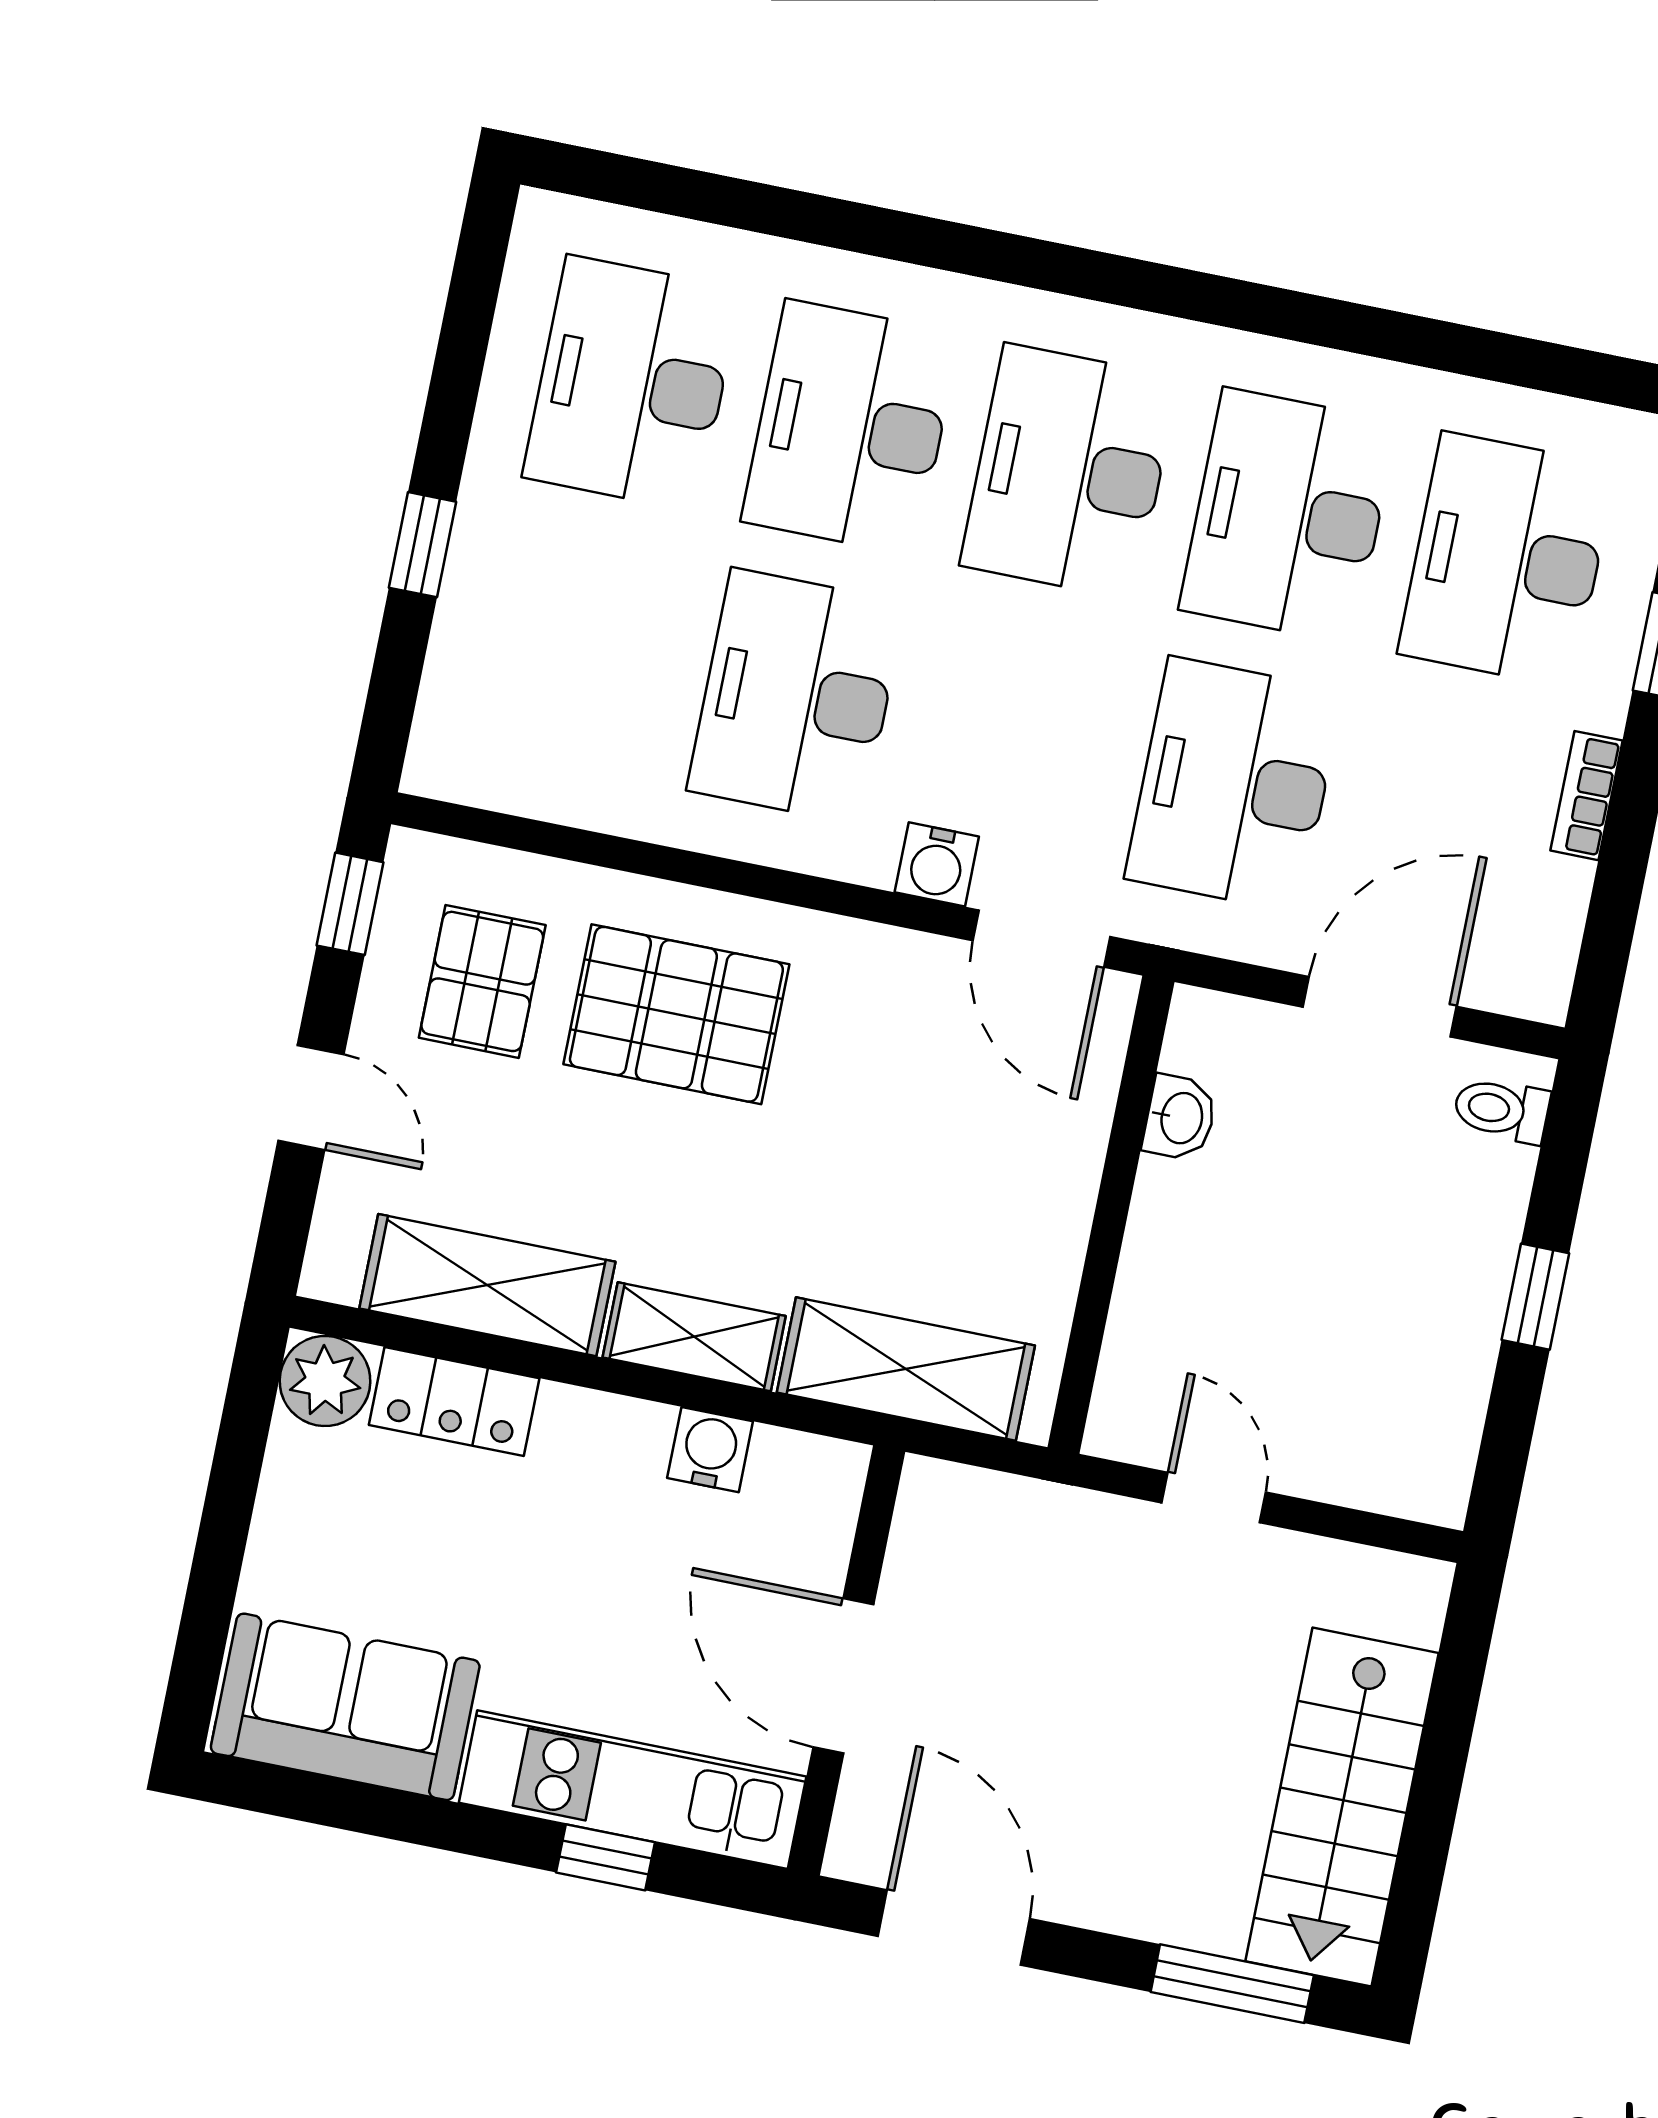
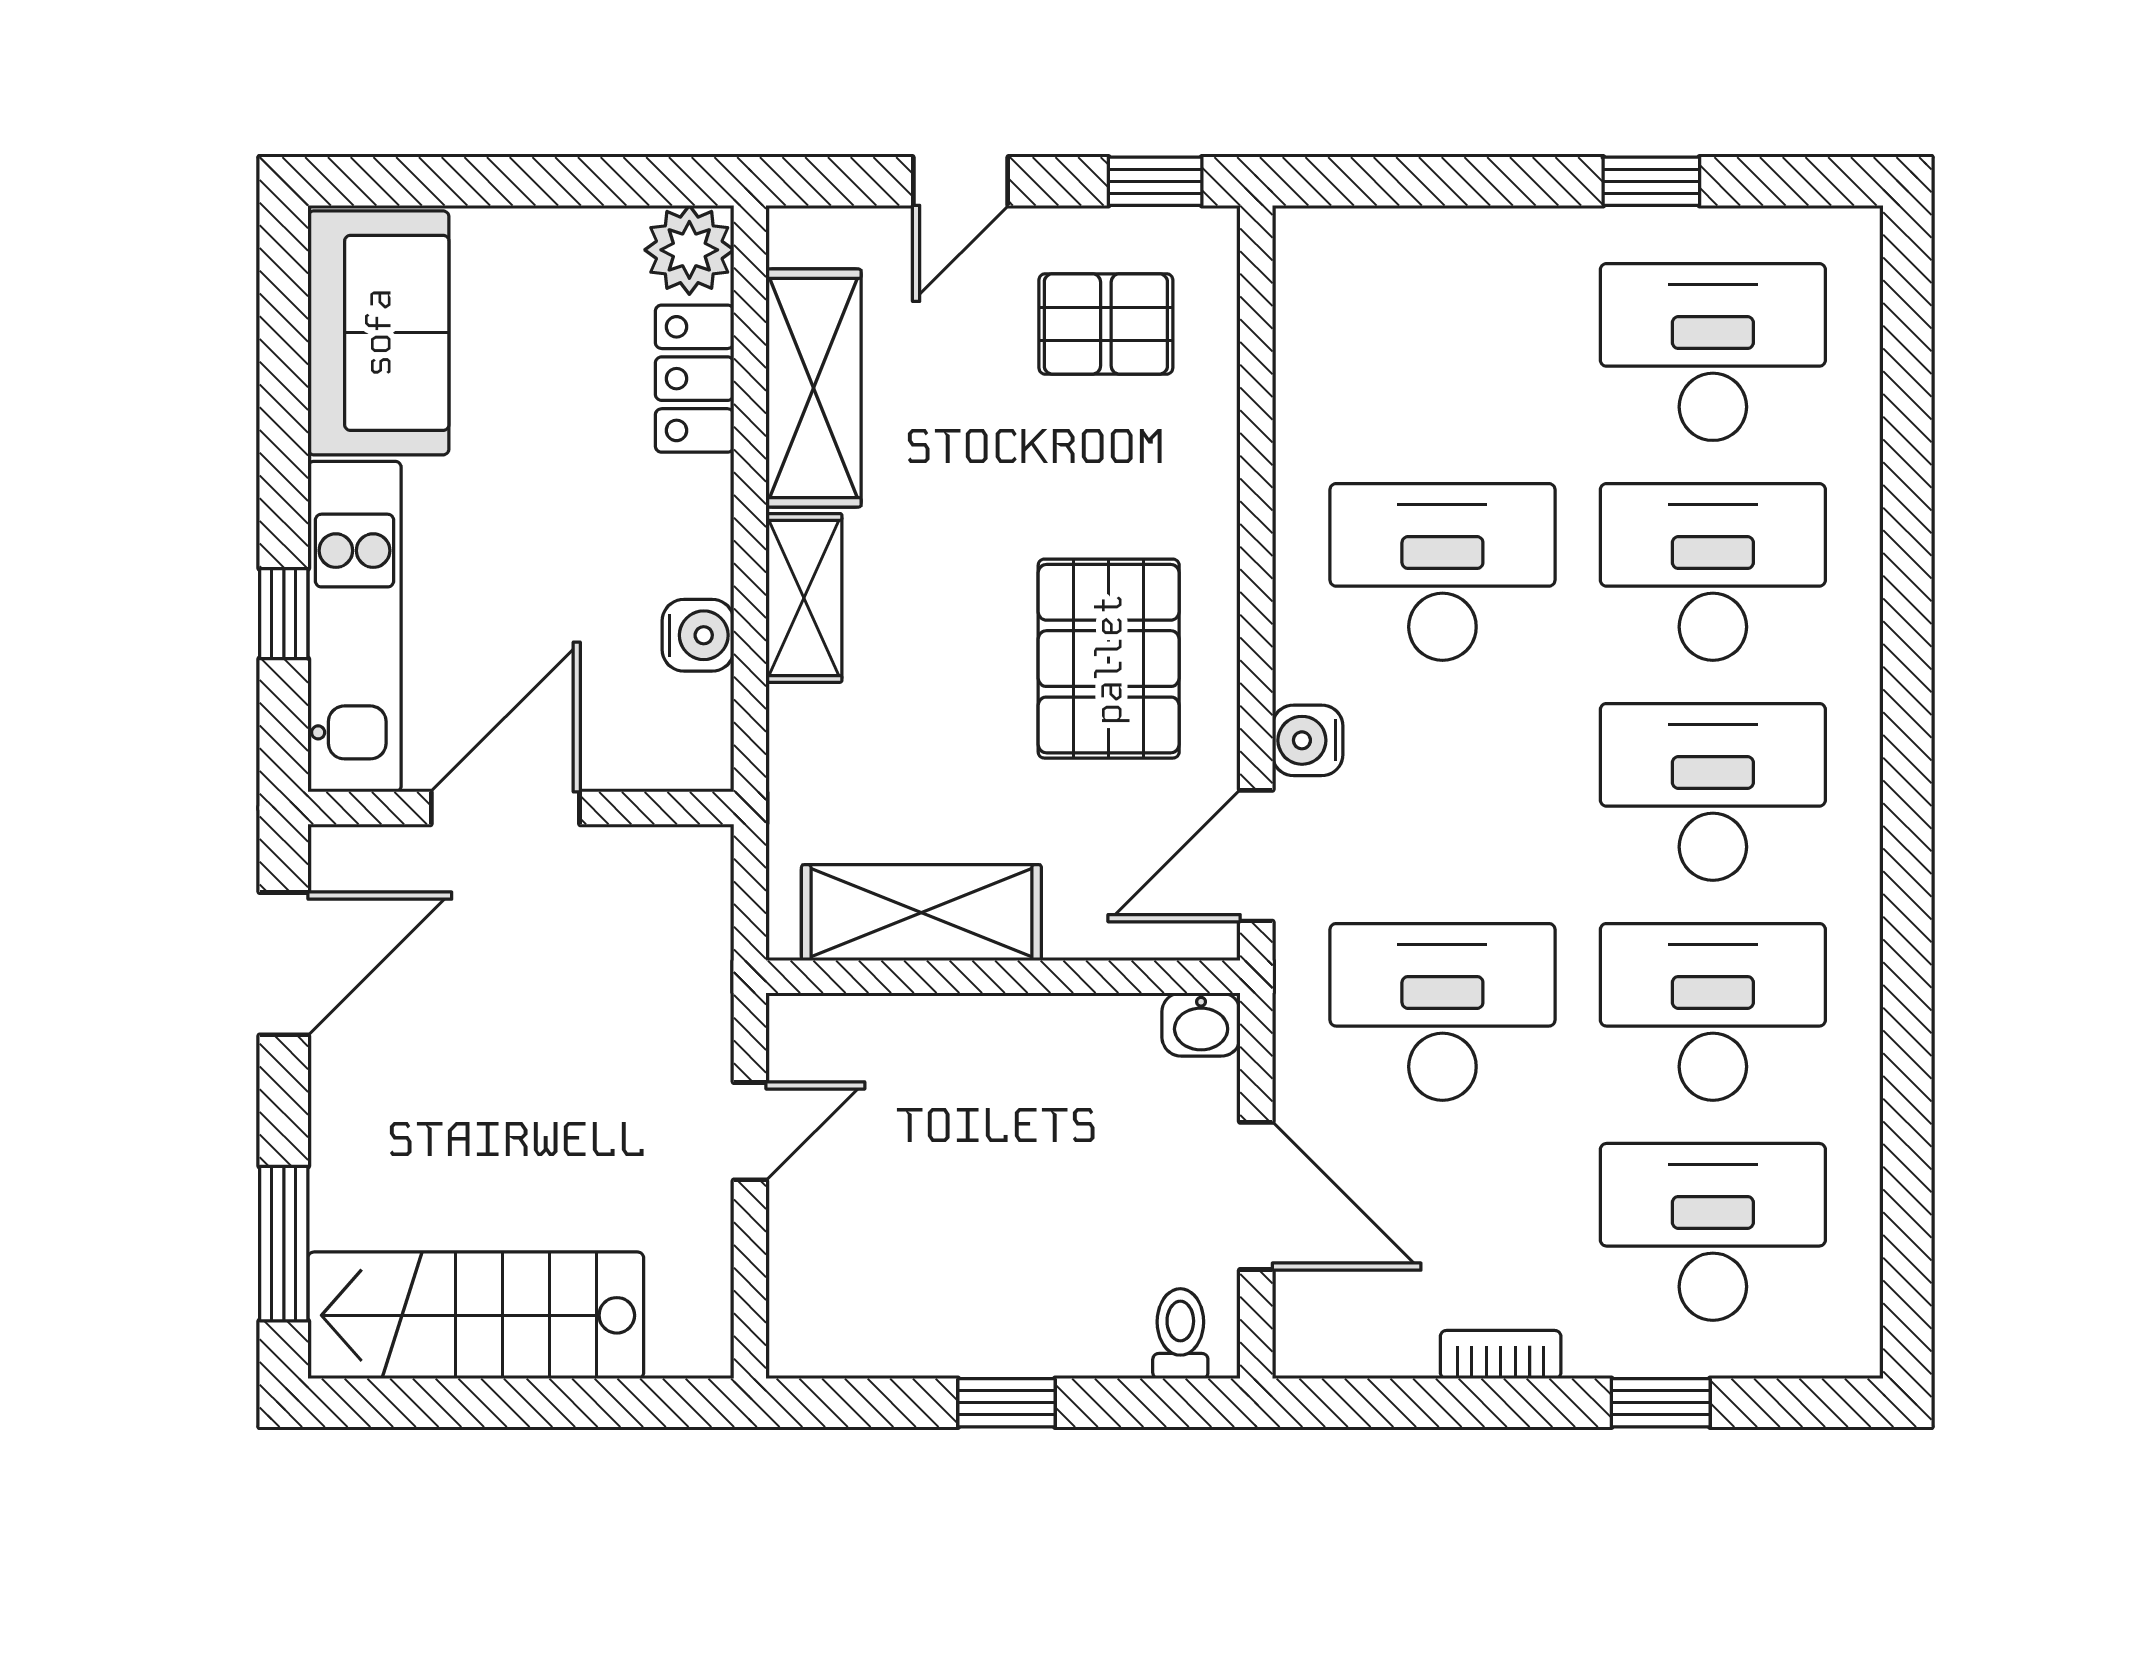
window: (423, 545) -> (1651, 181), moved
pallet: (676, 1014) -> (1109, 659), moved
washbasin: (1180, 1118) -> (1201, 1024), moved
shelving: (906, 1369) -> (921, 913), moved, turned 90

